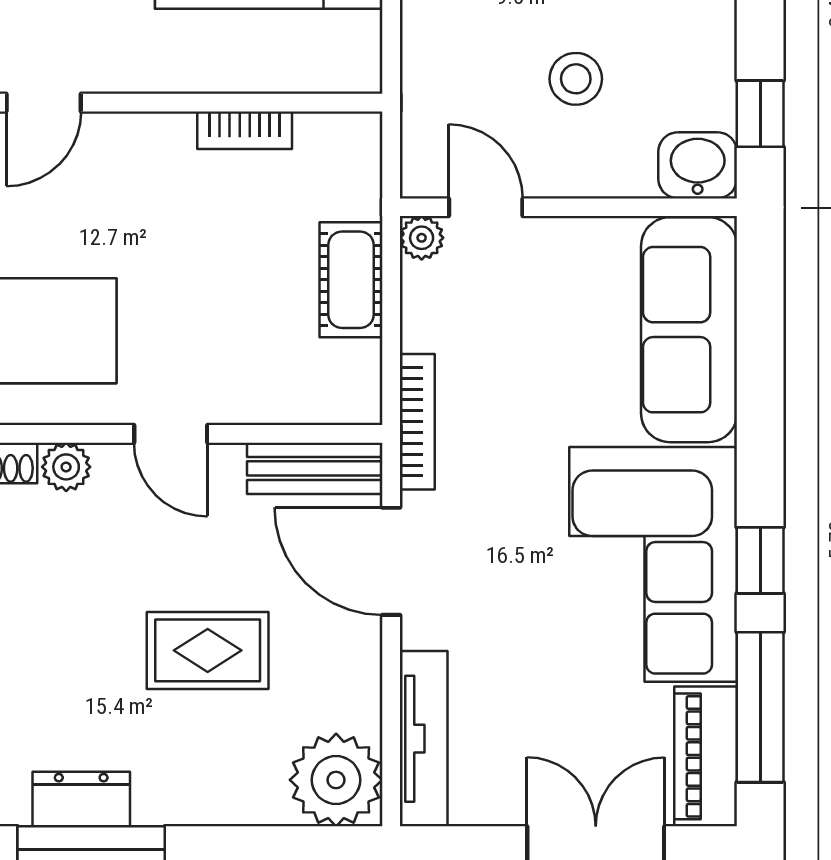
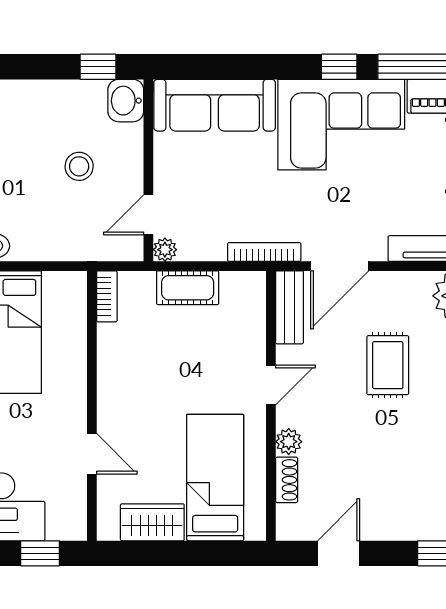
bookcase: (245, 130) -> (107, 296), moved

